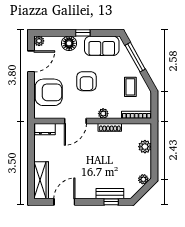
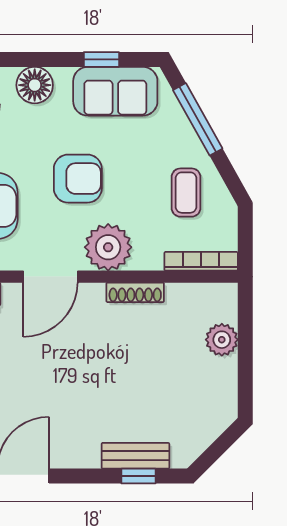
window: (83, 33) -> (101, 59), moved
armchair: (86, 81) -> (78, 179), turned -90
plant: (103, 114) -> (108, 247), width x1.87, depth x1.87
plant: (143, 179) -> (218, 420), removed

